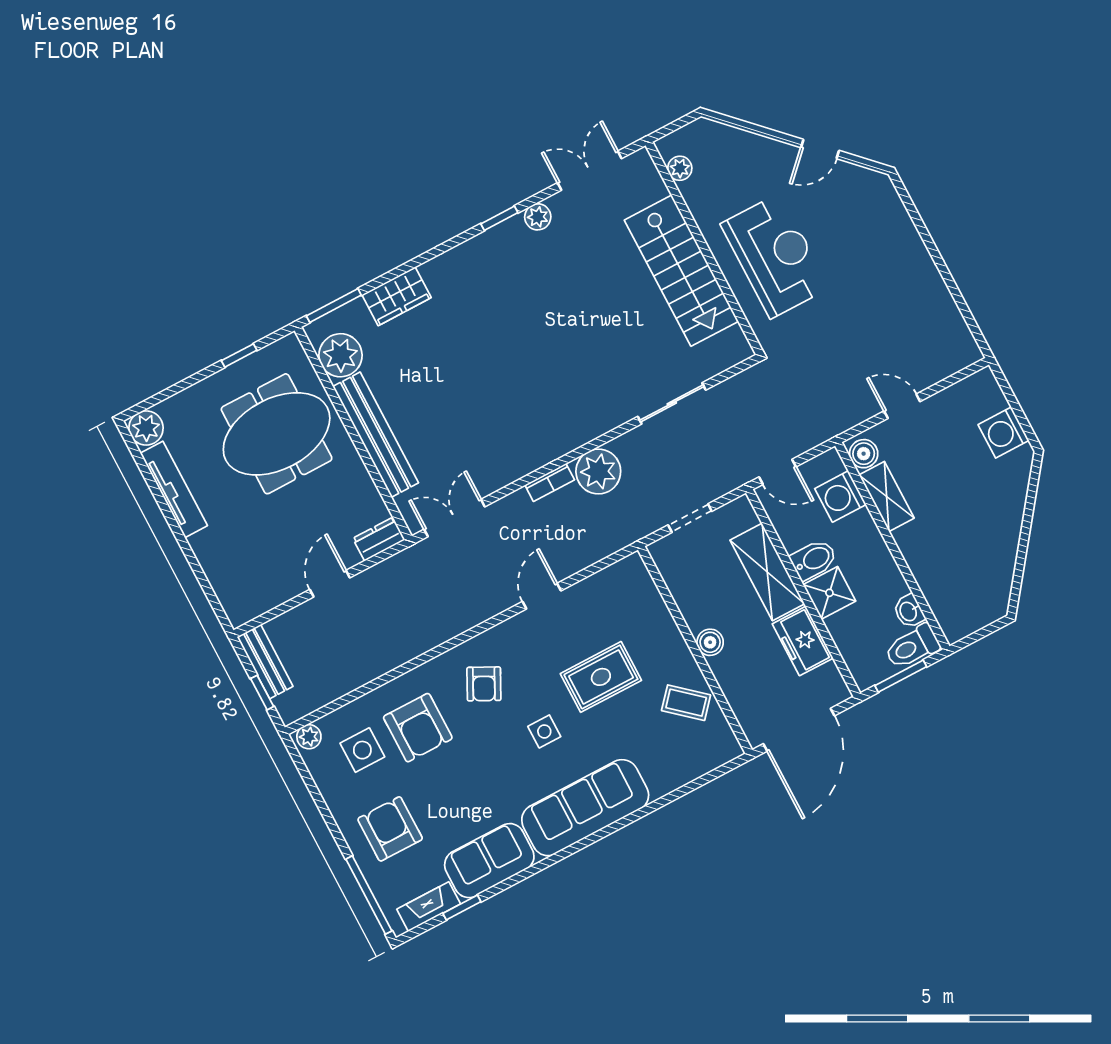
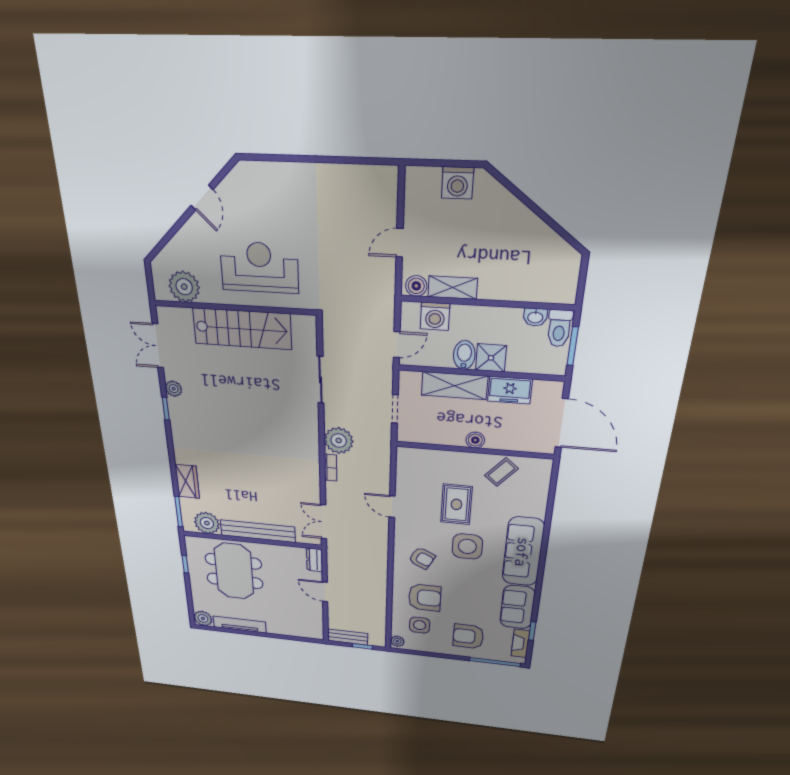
plant: (680, 168) -> (184, 287), width x1.88, depth x1.88
side table: (544, 731) -> (467, 546), width x1.87, depth x1.87

